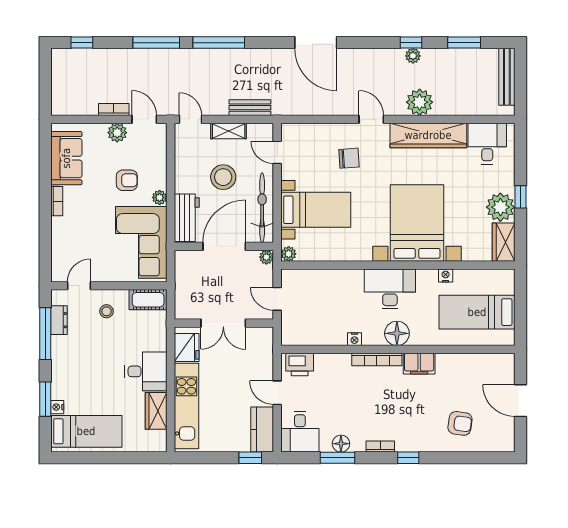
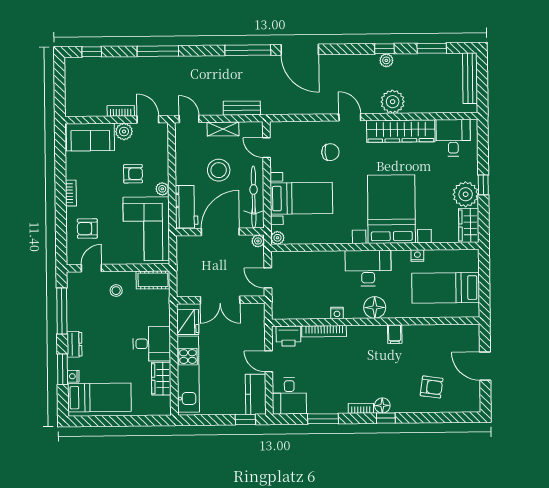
window: (219, 43) -> (248, 50), moved
sofa: (66, 158) -> (90, 137), moved, turned 90
armchair: (75, 241) -> (87, 229), added
dresser: (59, 320) -> (74, 344), moved
bookcase: (377, 359) -> (324, 331), moved
filing cabinet: (419, 364) -> (395, 334), width x0.50
floor lamp: (341, 444) -> (382, 405), moved

